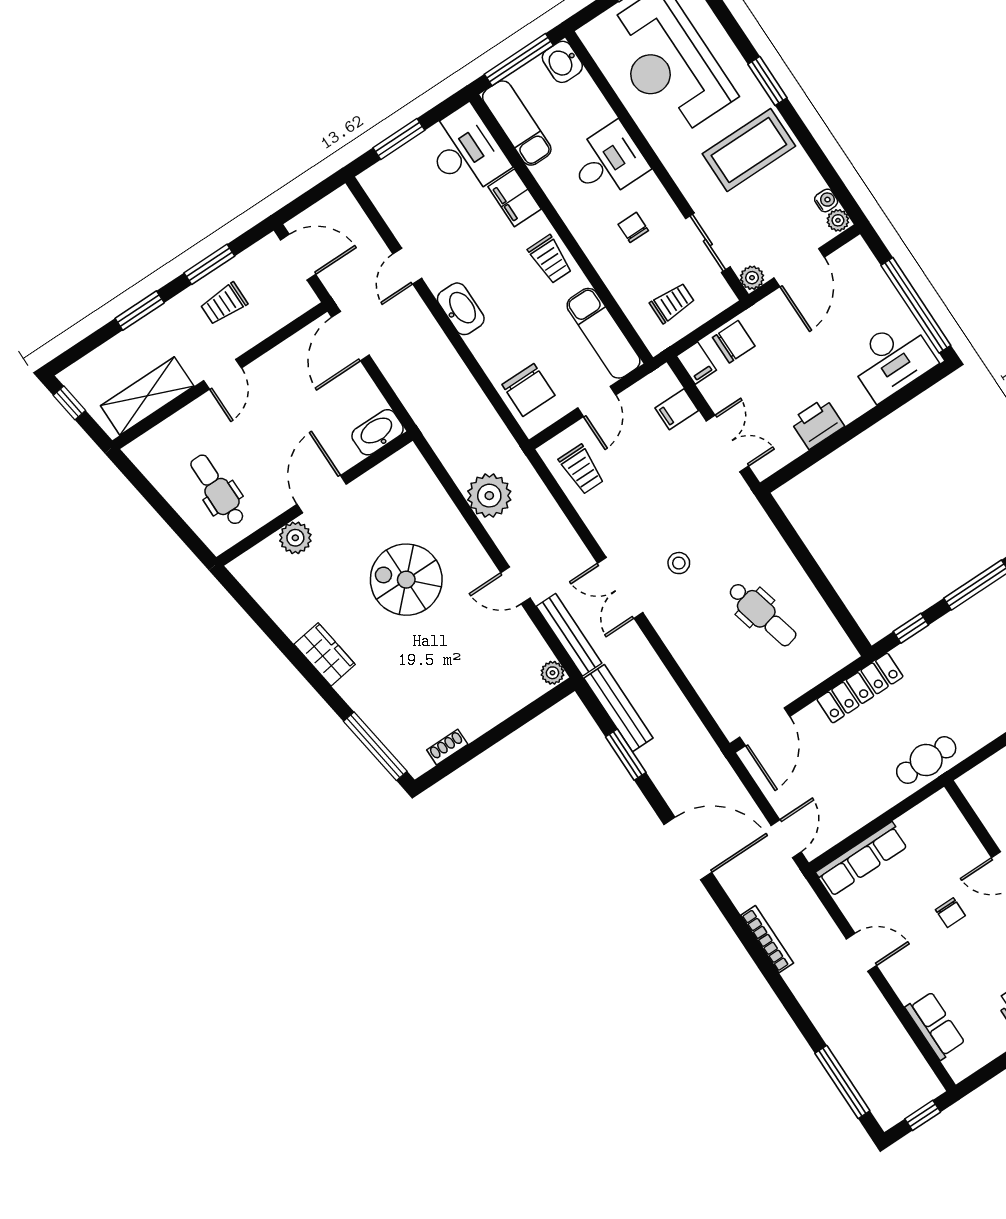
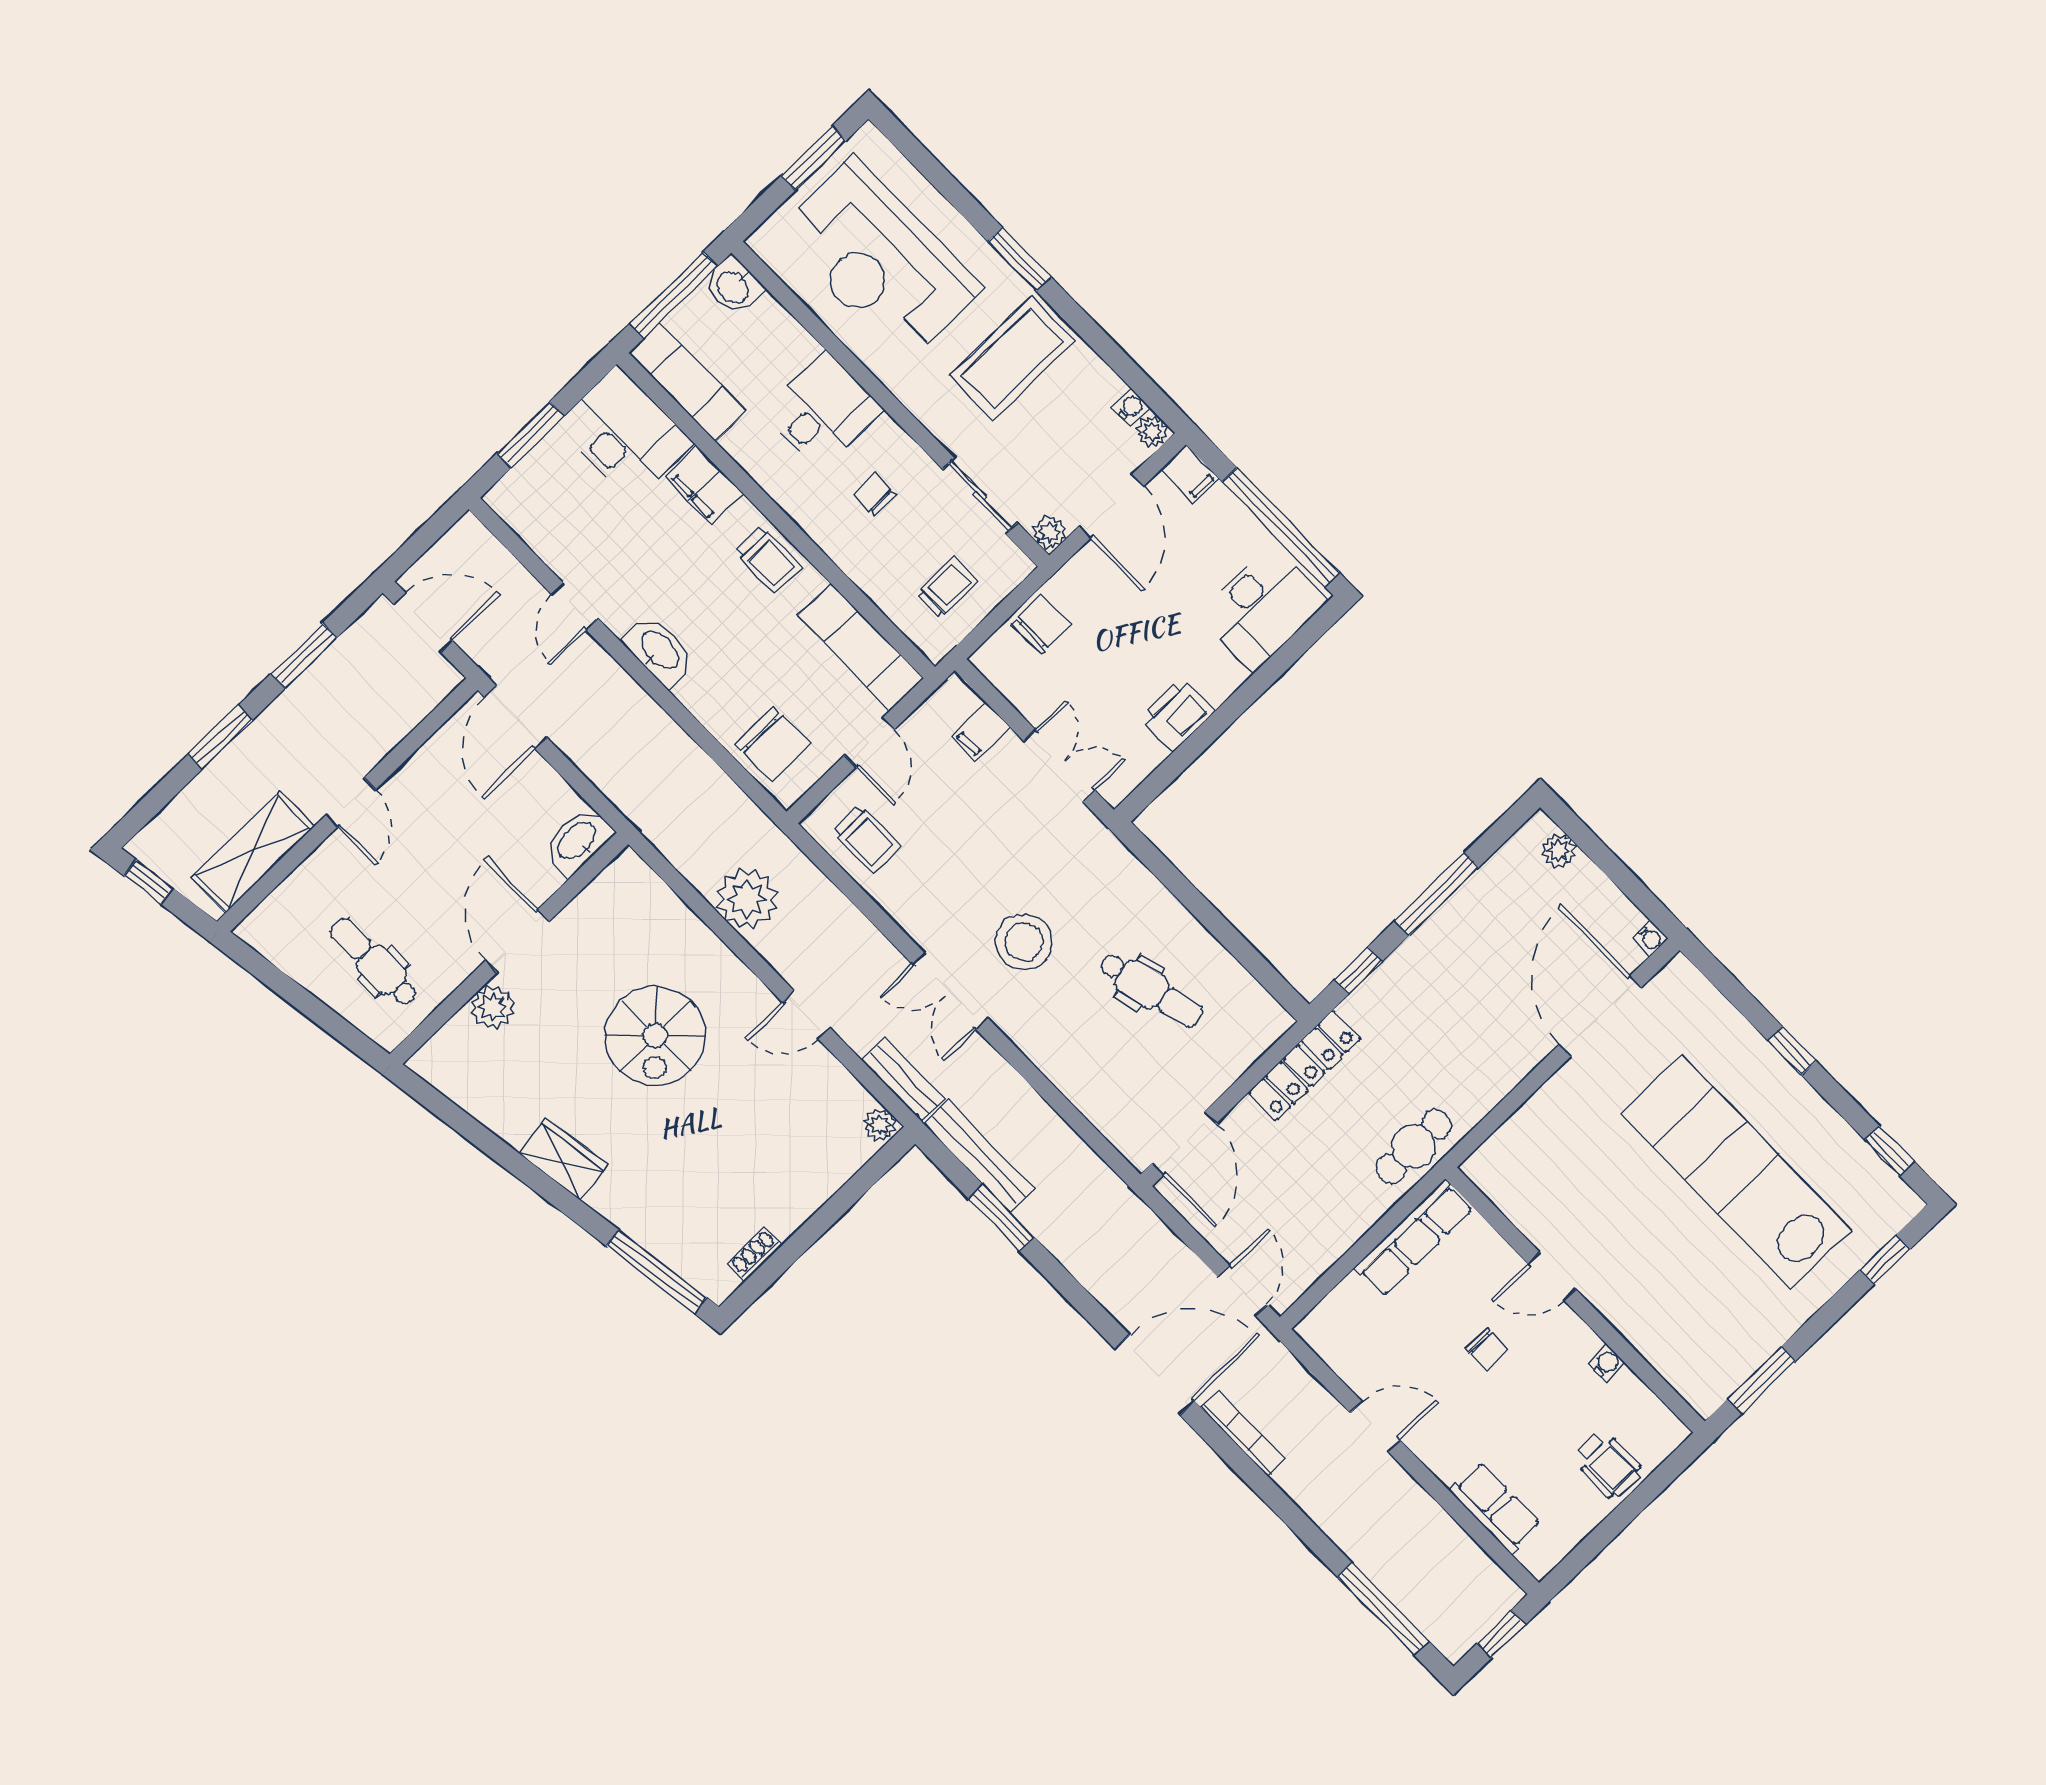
trolley: (224, 304) -> (334, 706), removed
filing cabinet: (696, 363) -> (1190, 474), moved
stool: (679, 563) -> (1024, 942), width x1.89, depth x1.89
spiral stairs: (406, 580) -> (655, 1036), turned -90
bench: (569, 635) -> (903, 1080), width x0.73
door: (688, 848) -> (1155, 1375), moved
row of seats: (862, 859) -> (1414, 1238), moved

